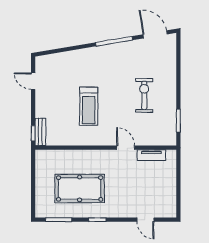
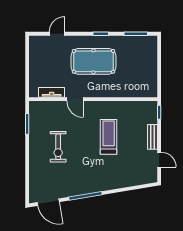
bench: (40, 132) -> (152, 137), moved
pool table: (80, 189) -> (93, 61), moved
door: (145, 220) -> (57, 34), hinge flipped

